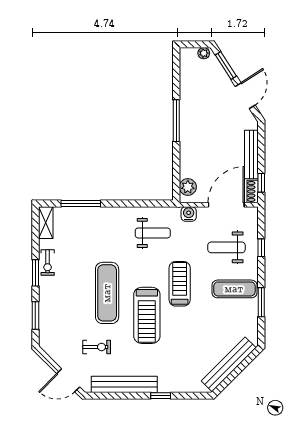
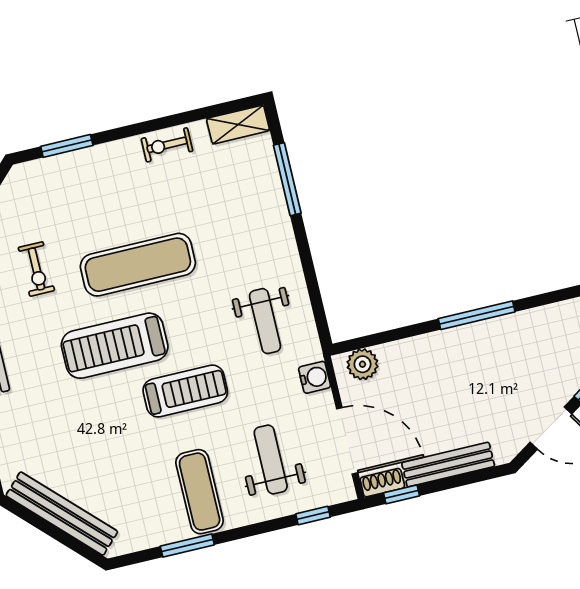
window: (261, 248) -> (313, 515), moved
window: (35, 273) -> (143, 128), removed

